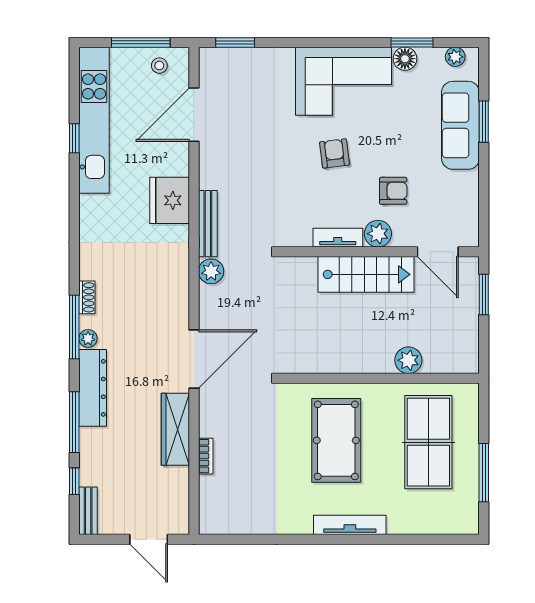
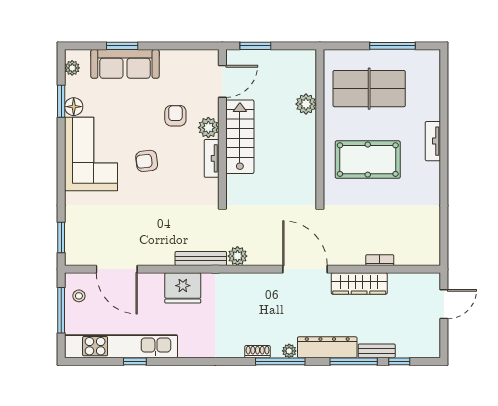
bench: (88, 511) -> (377, 351), moved
tv unit: (350, 525) -> (433, 141), width x0.71

